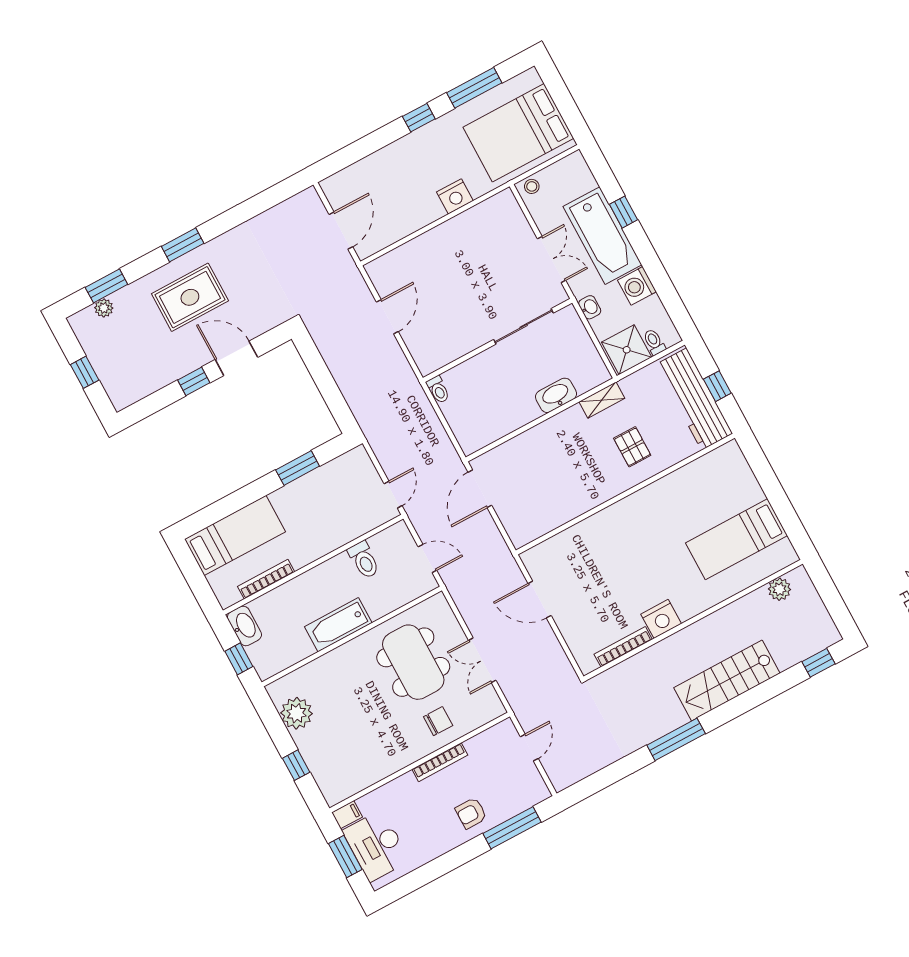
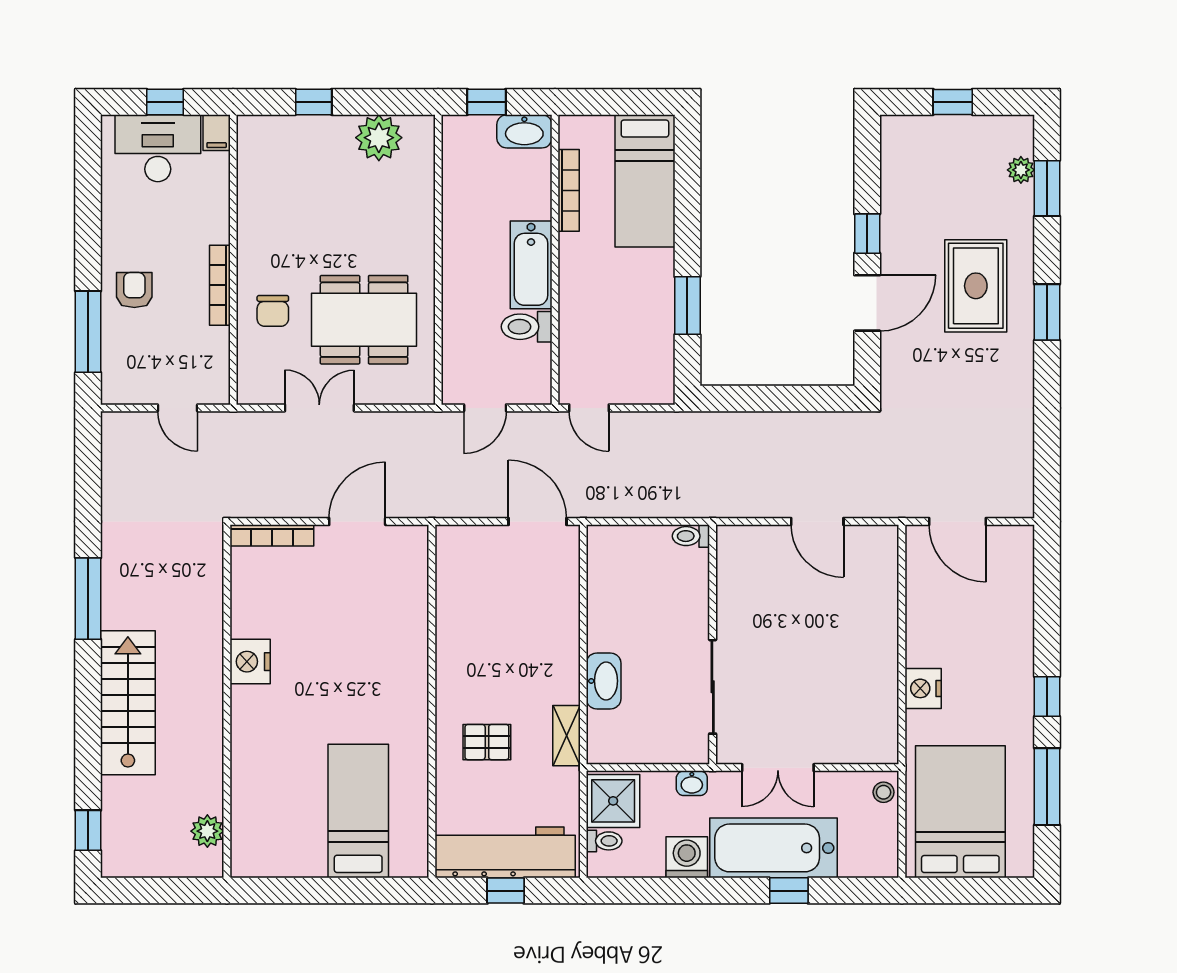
bed: (737, 539) -> (358, 811), moved
bathtub: (338, 625) -> (531, 265), moved, turned 180
bookcase: (623, 647) -> (272, 535), moved, turned 90
window: (345, 856) -> (165, 102), width x0.67

